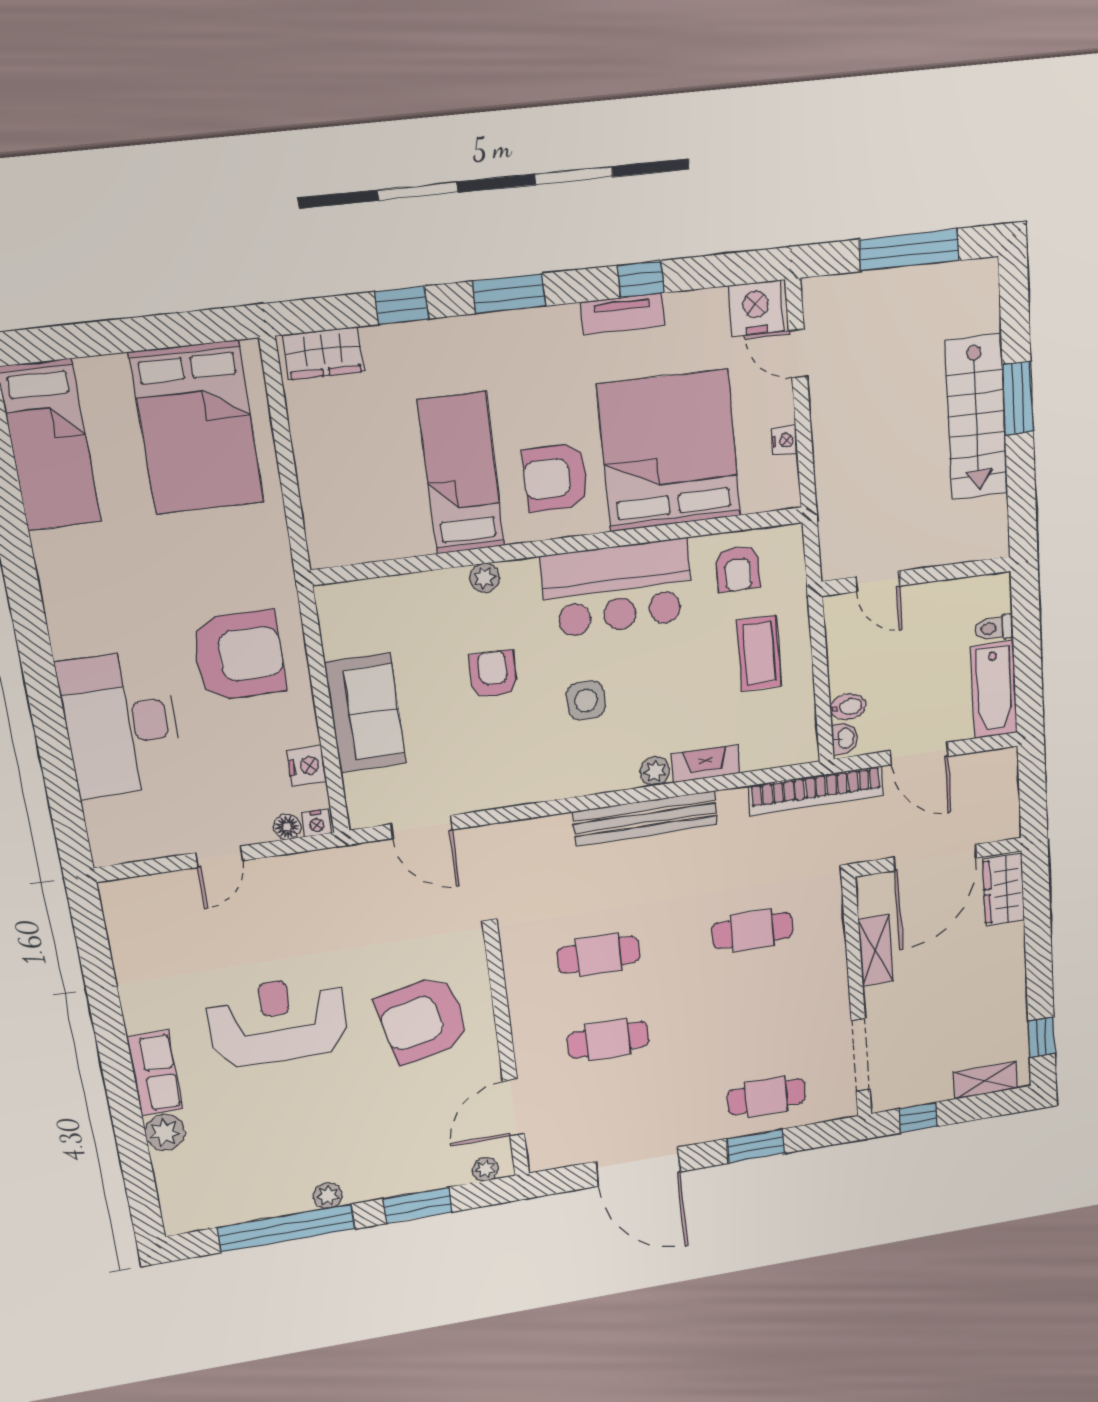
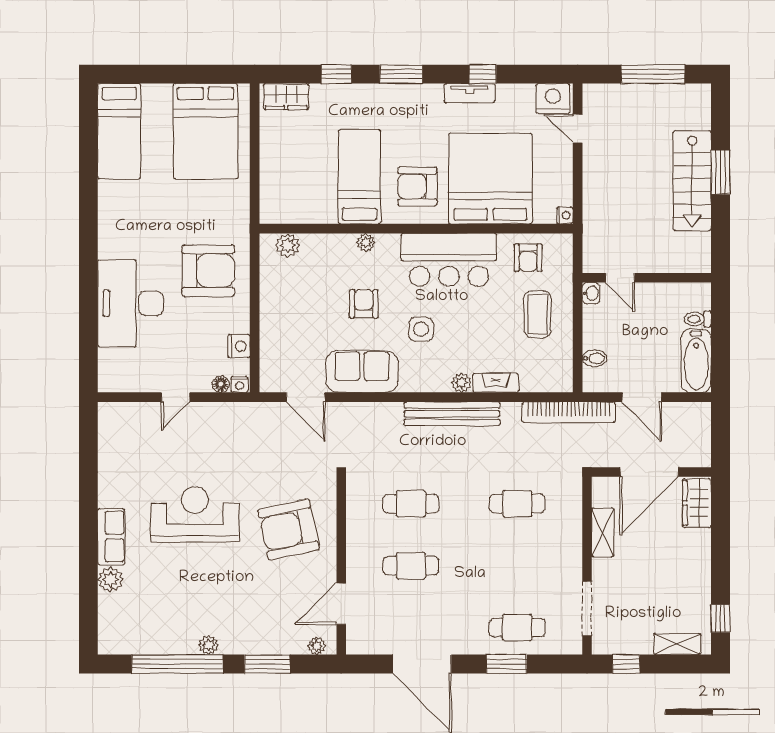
nightstand: (784, 440) -> (565, 215), moved
plant: (361, 599) -> (288, 245), added
sofa: (365, 713) -> (362, 372), moved, turned -90
washbasin: (845, 738) -> (591, 293), moved

